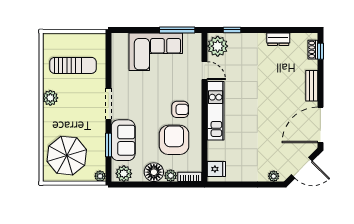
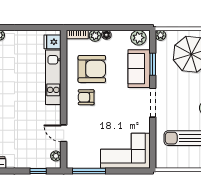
plant: (218, 46) -> (56, 156), width x0.53, depth x0.53
corner sofa: (156, 52) -> (125, 151), moved
kitchen unit: (216, 111) -> (53, 77), moved
armchair: (174, 140) -> (92, 69), turned -90
floor lamp: (154, 172) -> (106, 35), width x0.53, depth x0.53

